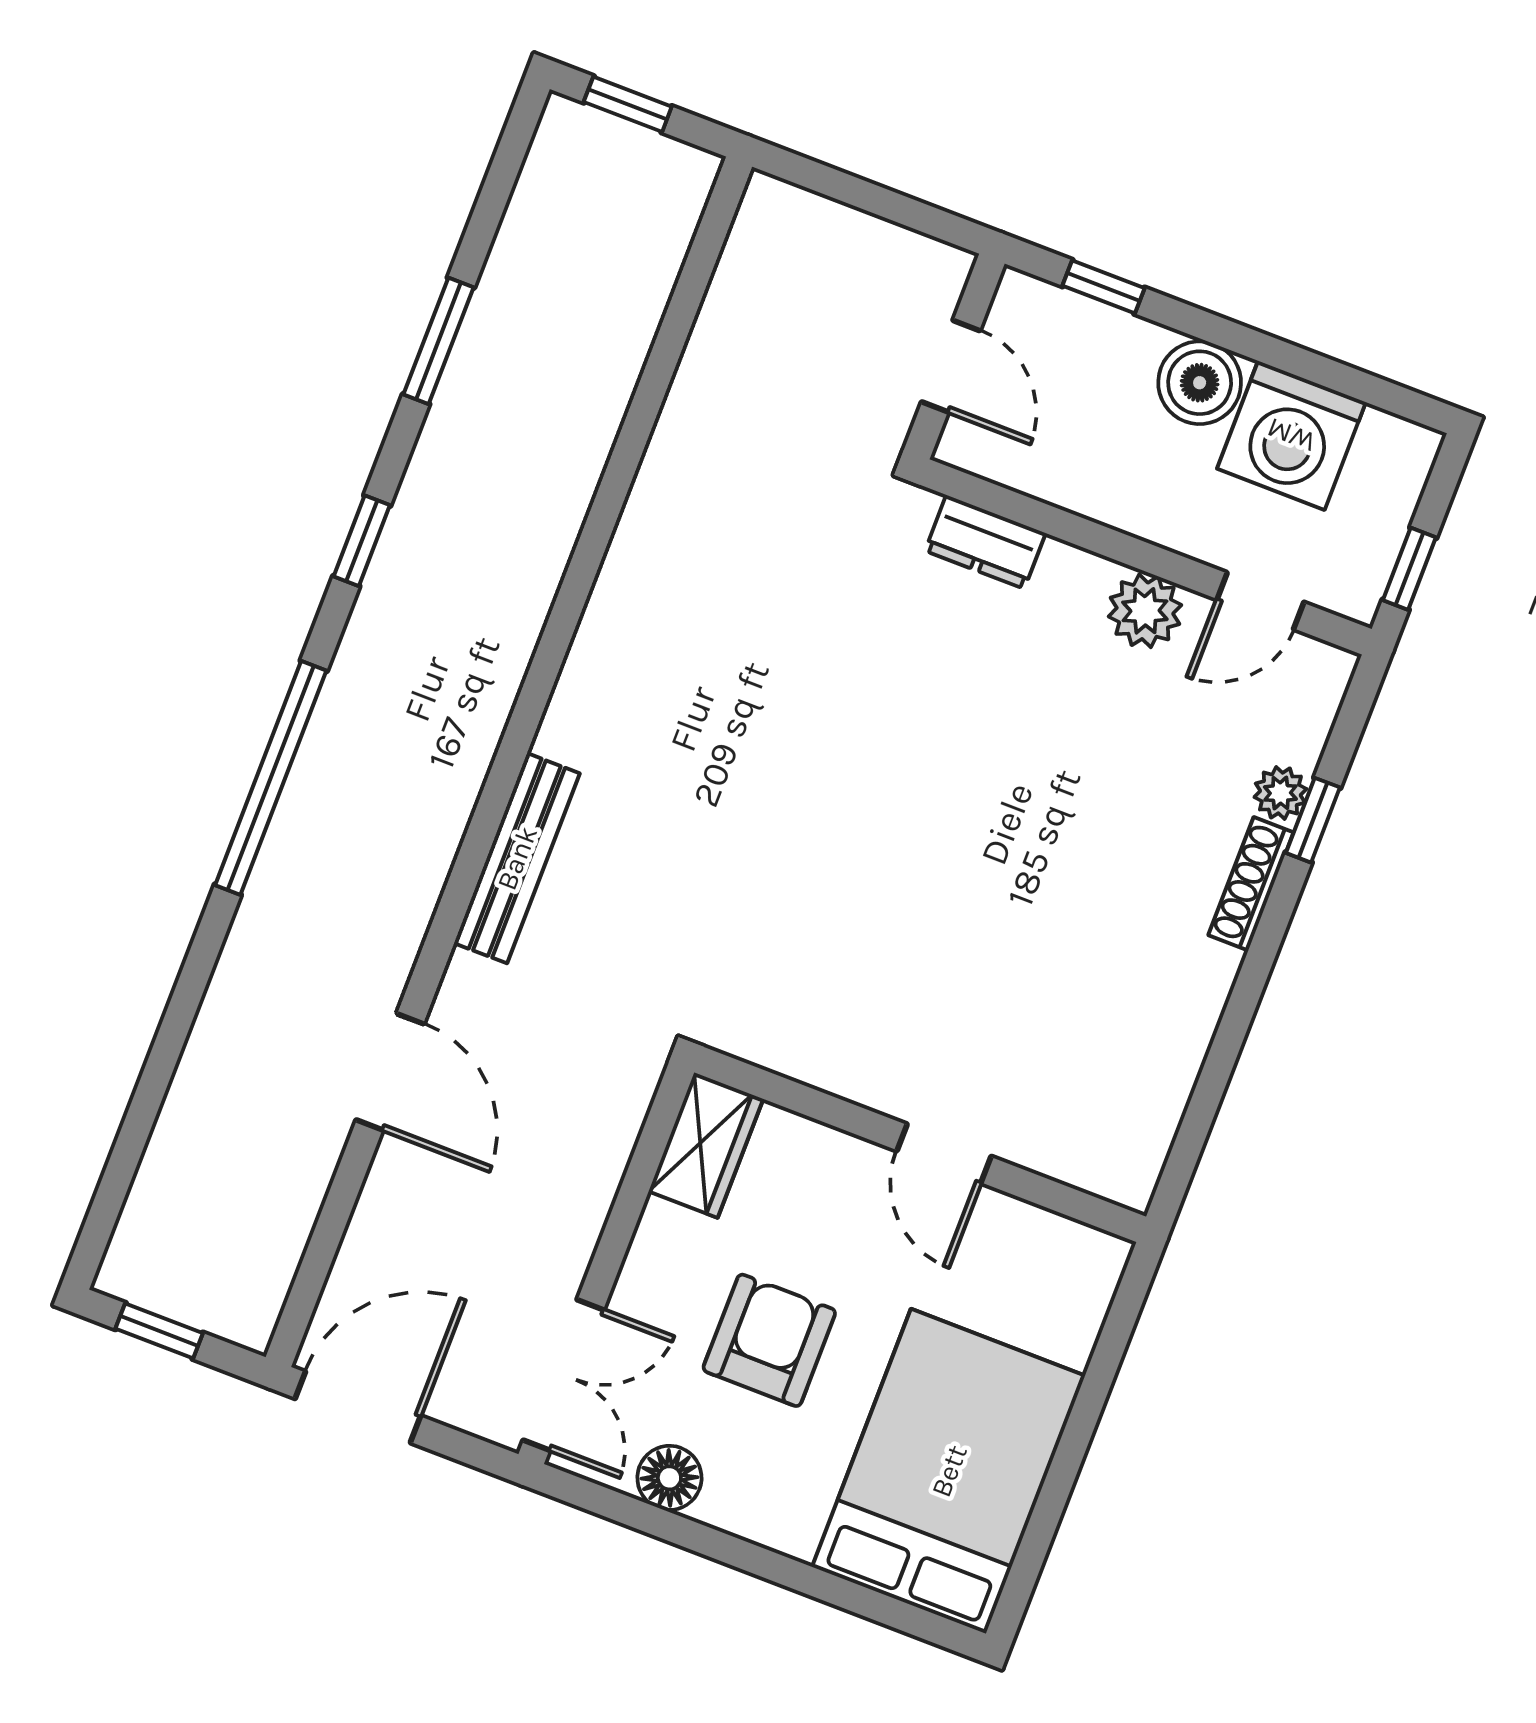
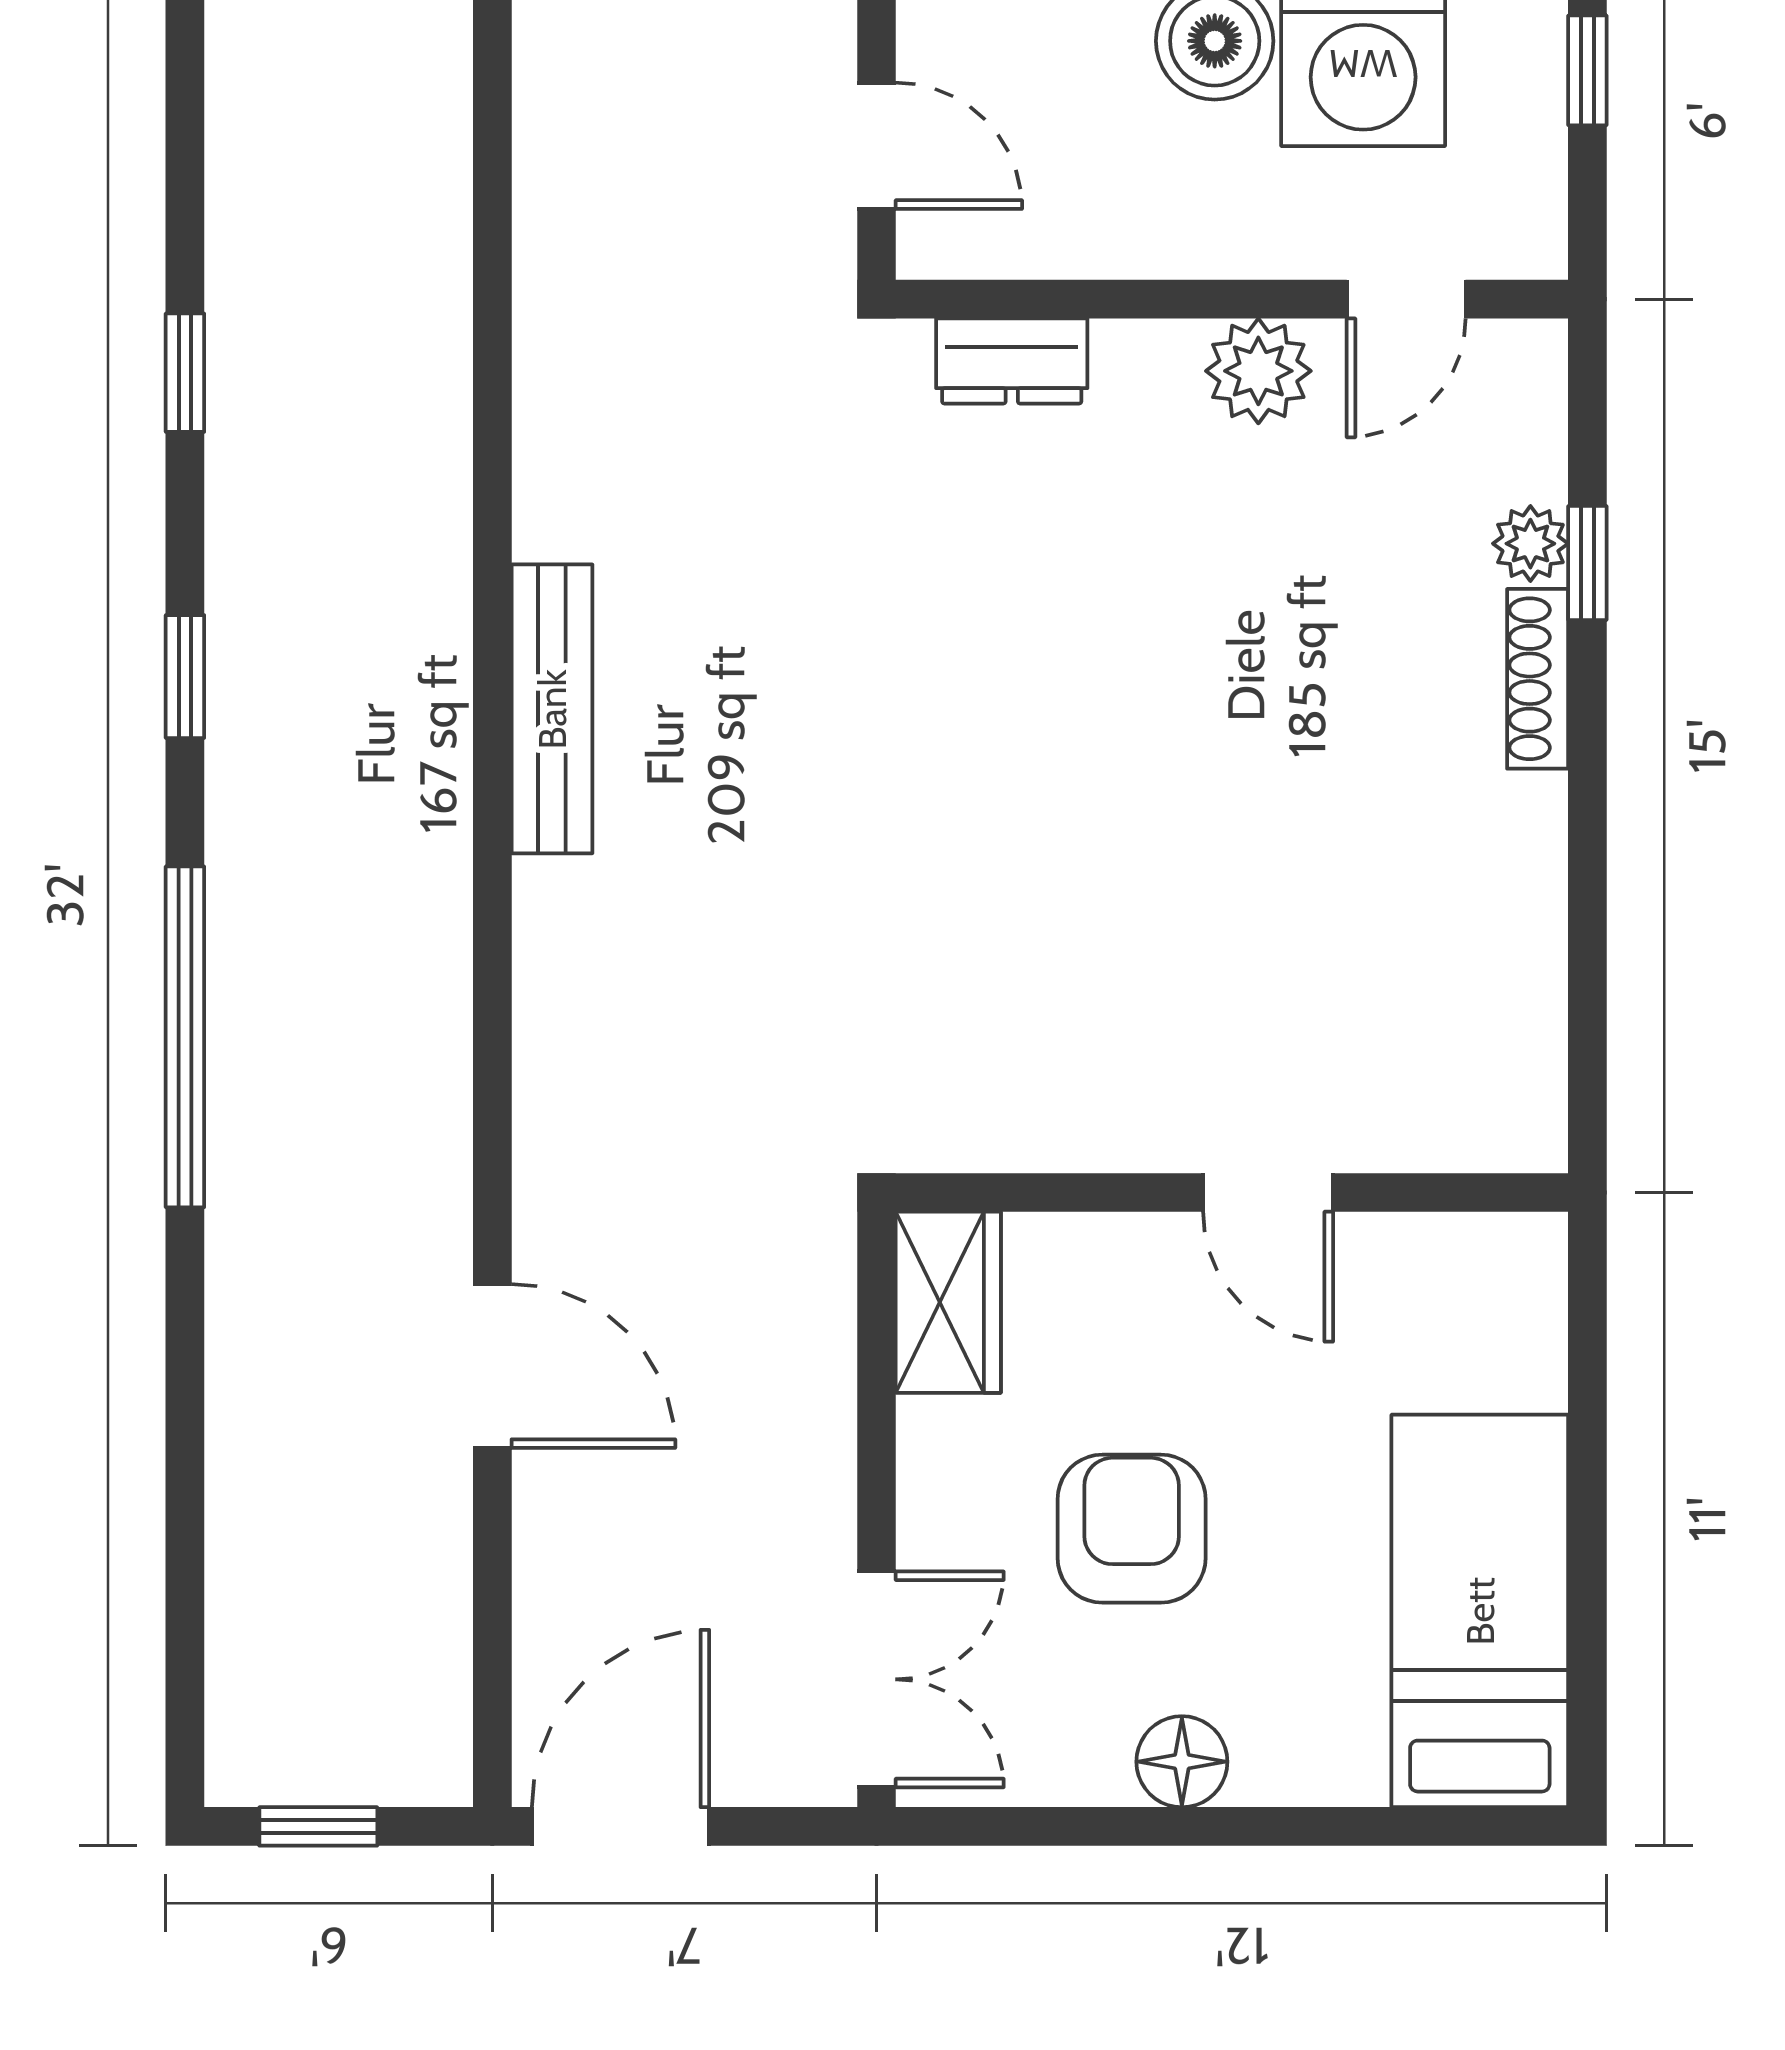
window: (438, 341) -> (185, 373), width x0.67
window: (1409, 569) -> (1587, 70), moved
bench: (517, 858) -> (552, 709), moved
bed: (949, 1471) -> (1480, 1611), width x0.67
floor lamp: (669, 1478) -> (1182, 1762), moved

